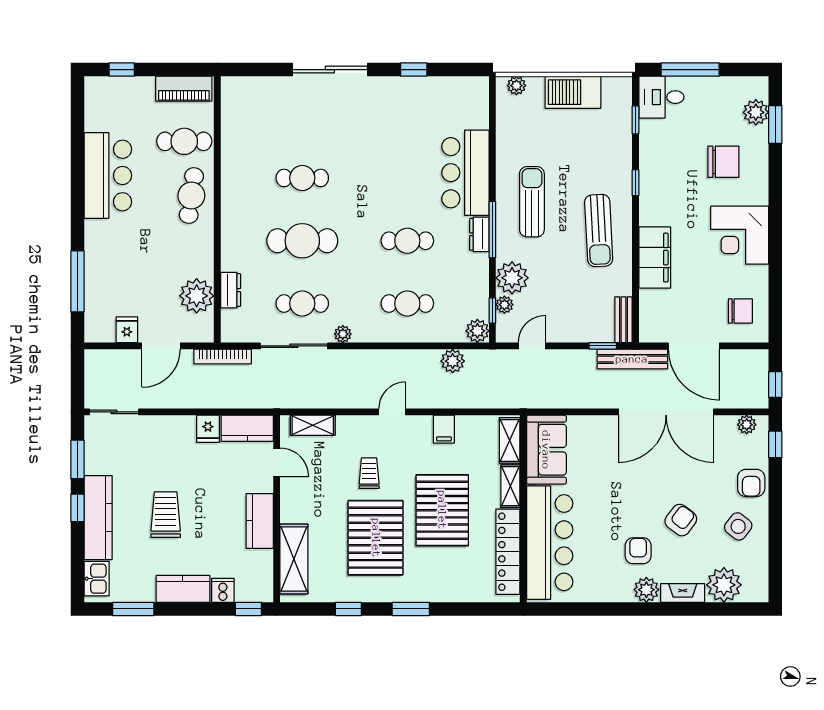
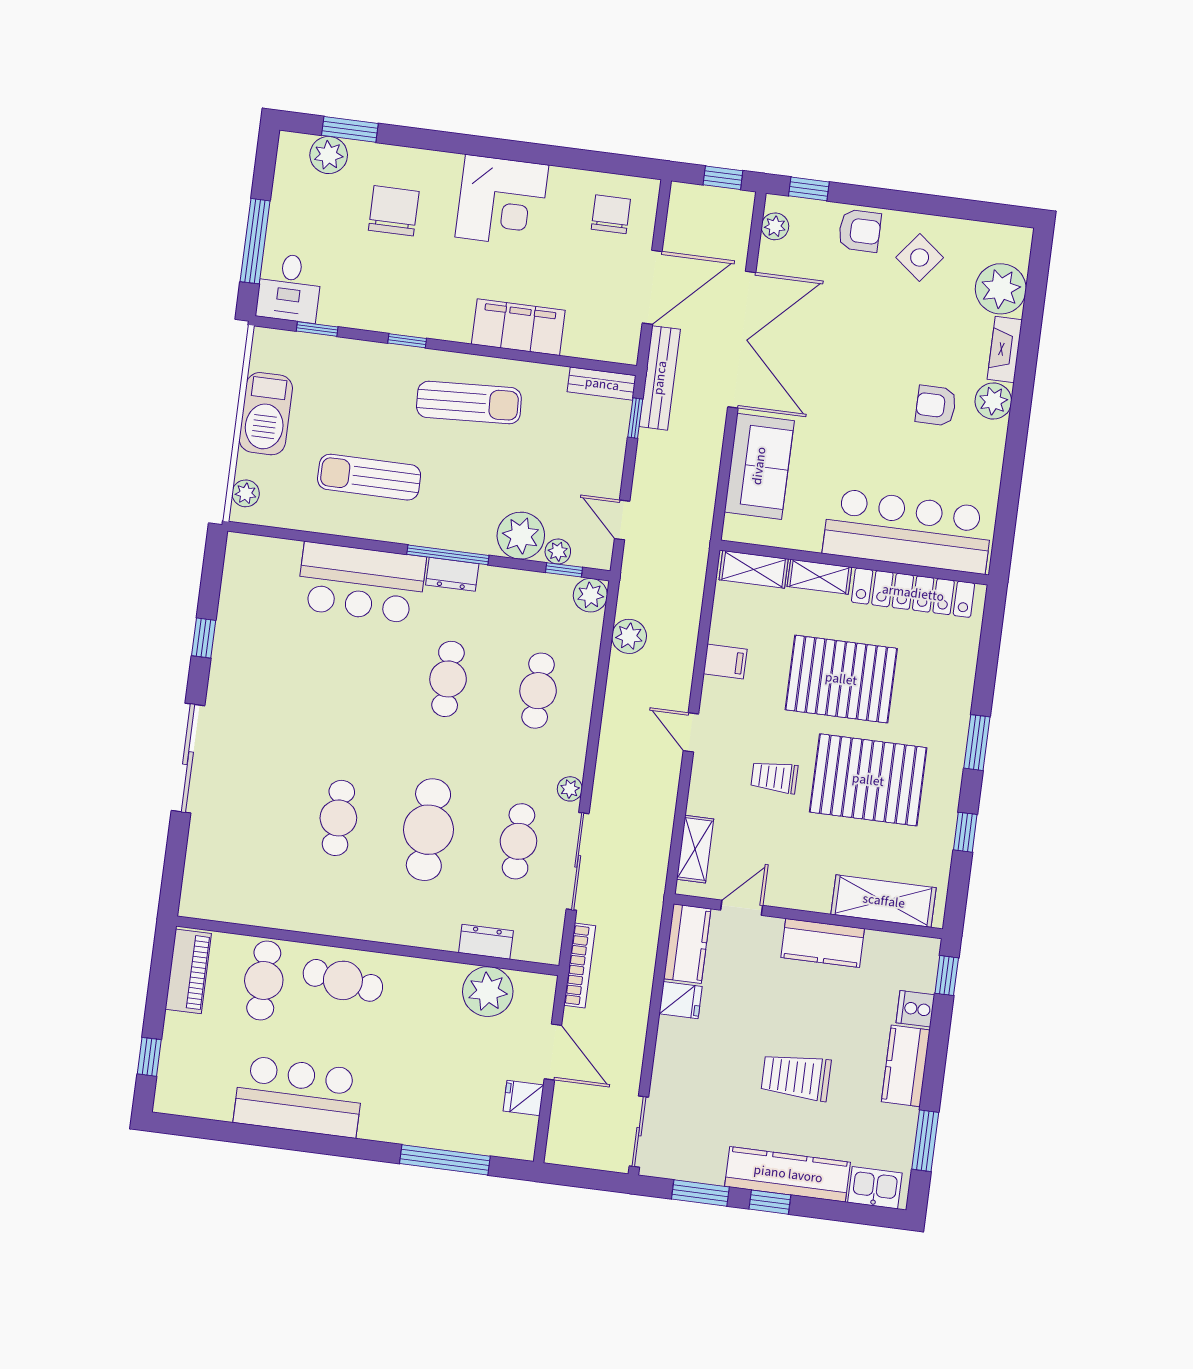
sun lounger: (532, 202) -> (369, 477), moved
sofa: (546, 450) -> (759, 466), moved, turned 90
armchair: (681, 520) -> (900, 339), removed

